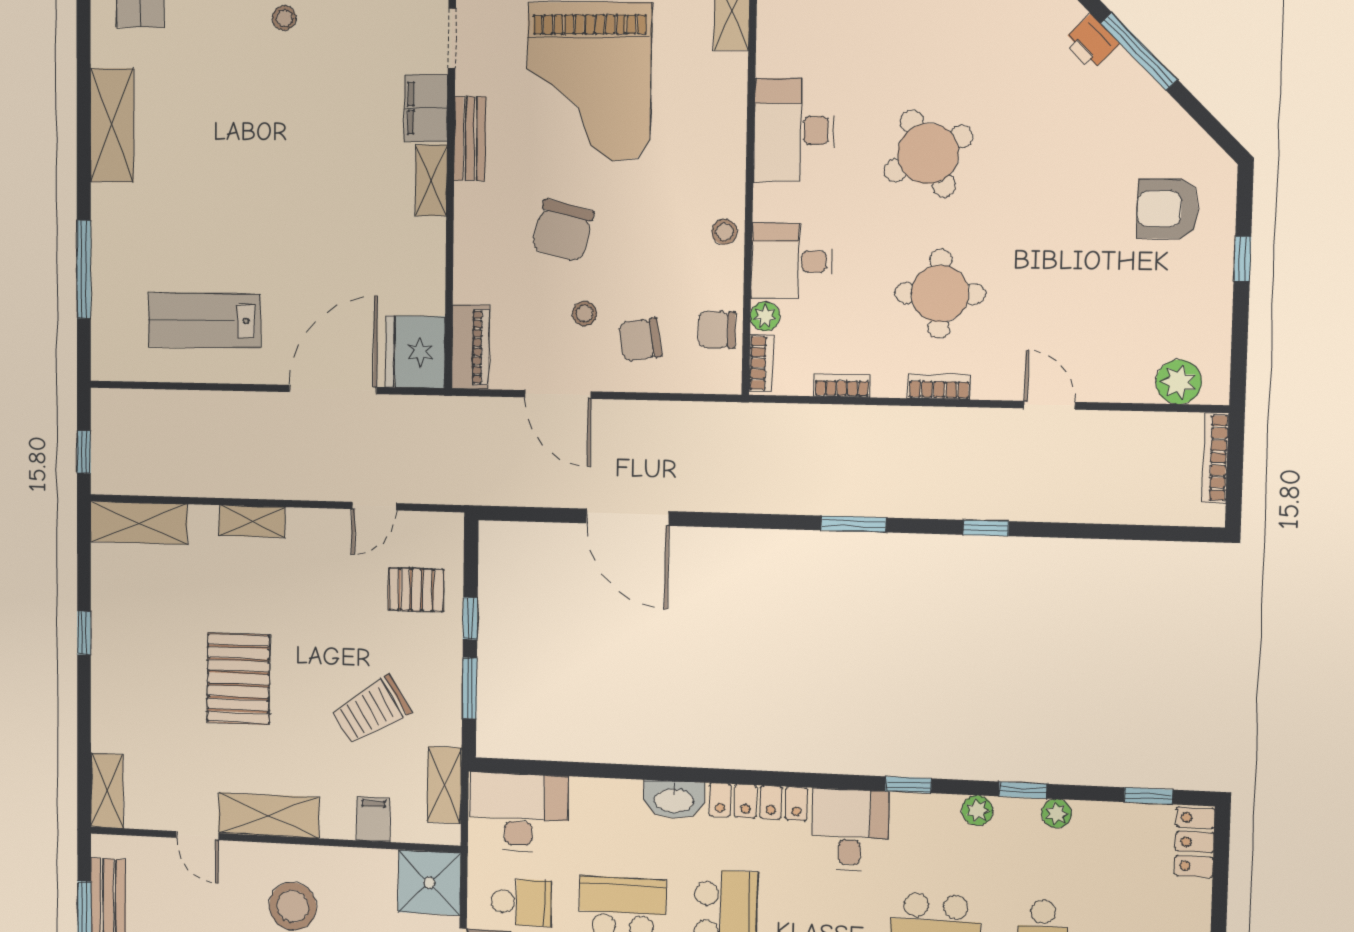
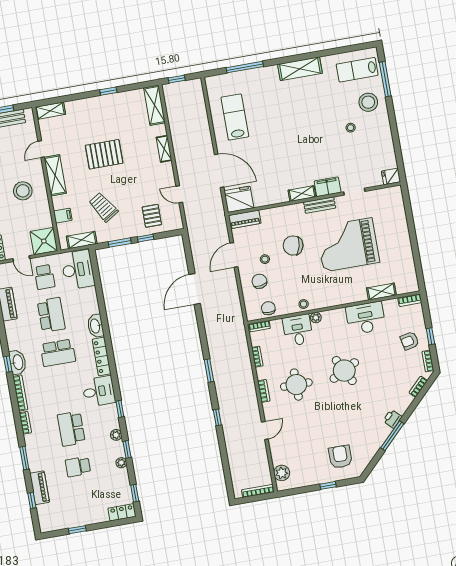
desk: (794, 130) -> (366, 318), moved
plant: (765, 316) -> (316, 318), moved

